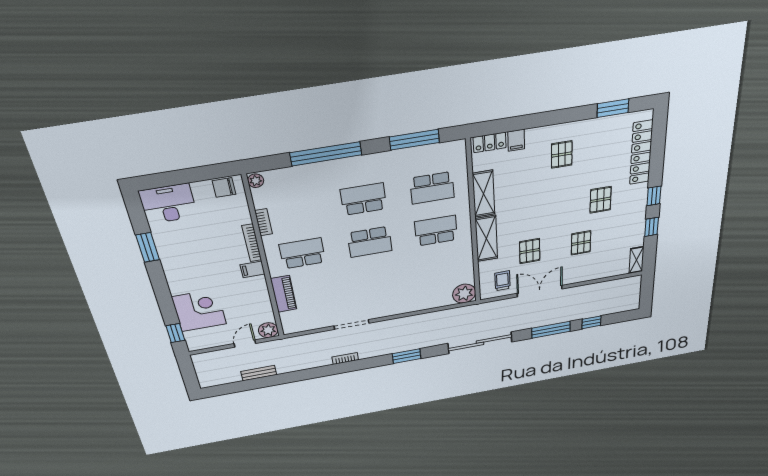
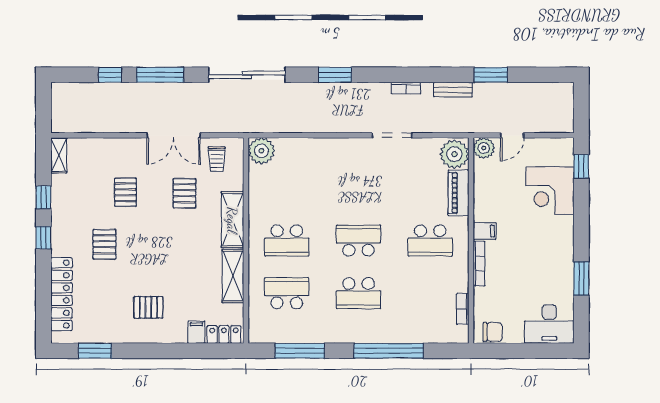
pallet: (562, 154) -> (148, 307), turned 90
plant: (256, 181) -> (454, 154), moved, width x1.87, depth x1.87
bookcase: (264, 222) -> (463, 309), moved
bench: (259, 373) -> (453, 90), moved
window: (274, 380) -> (491, 75), added

